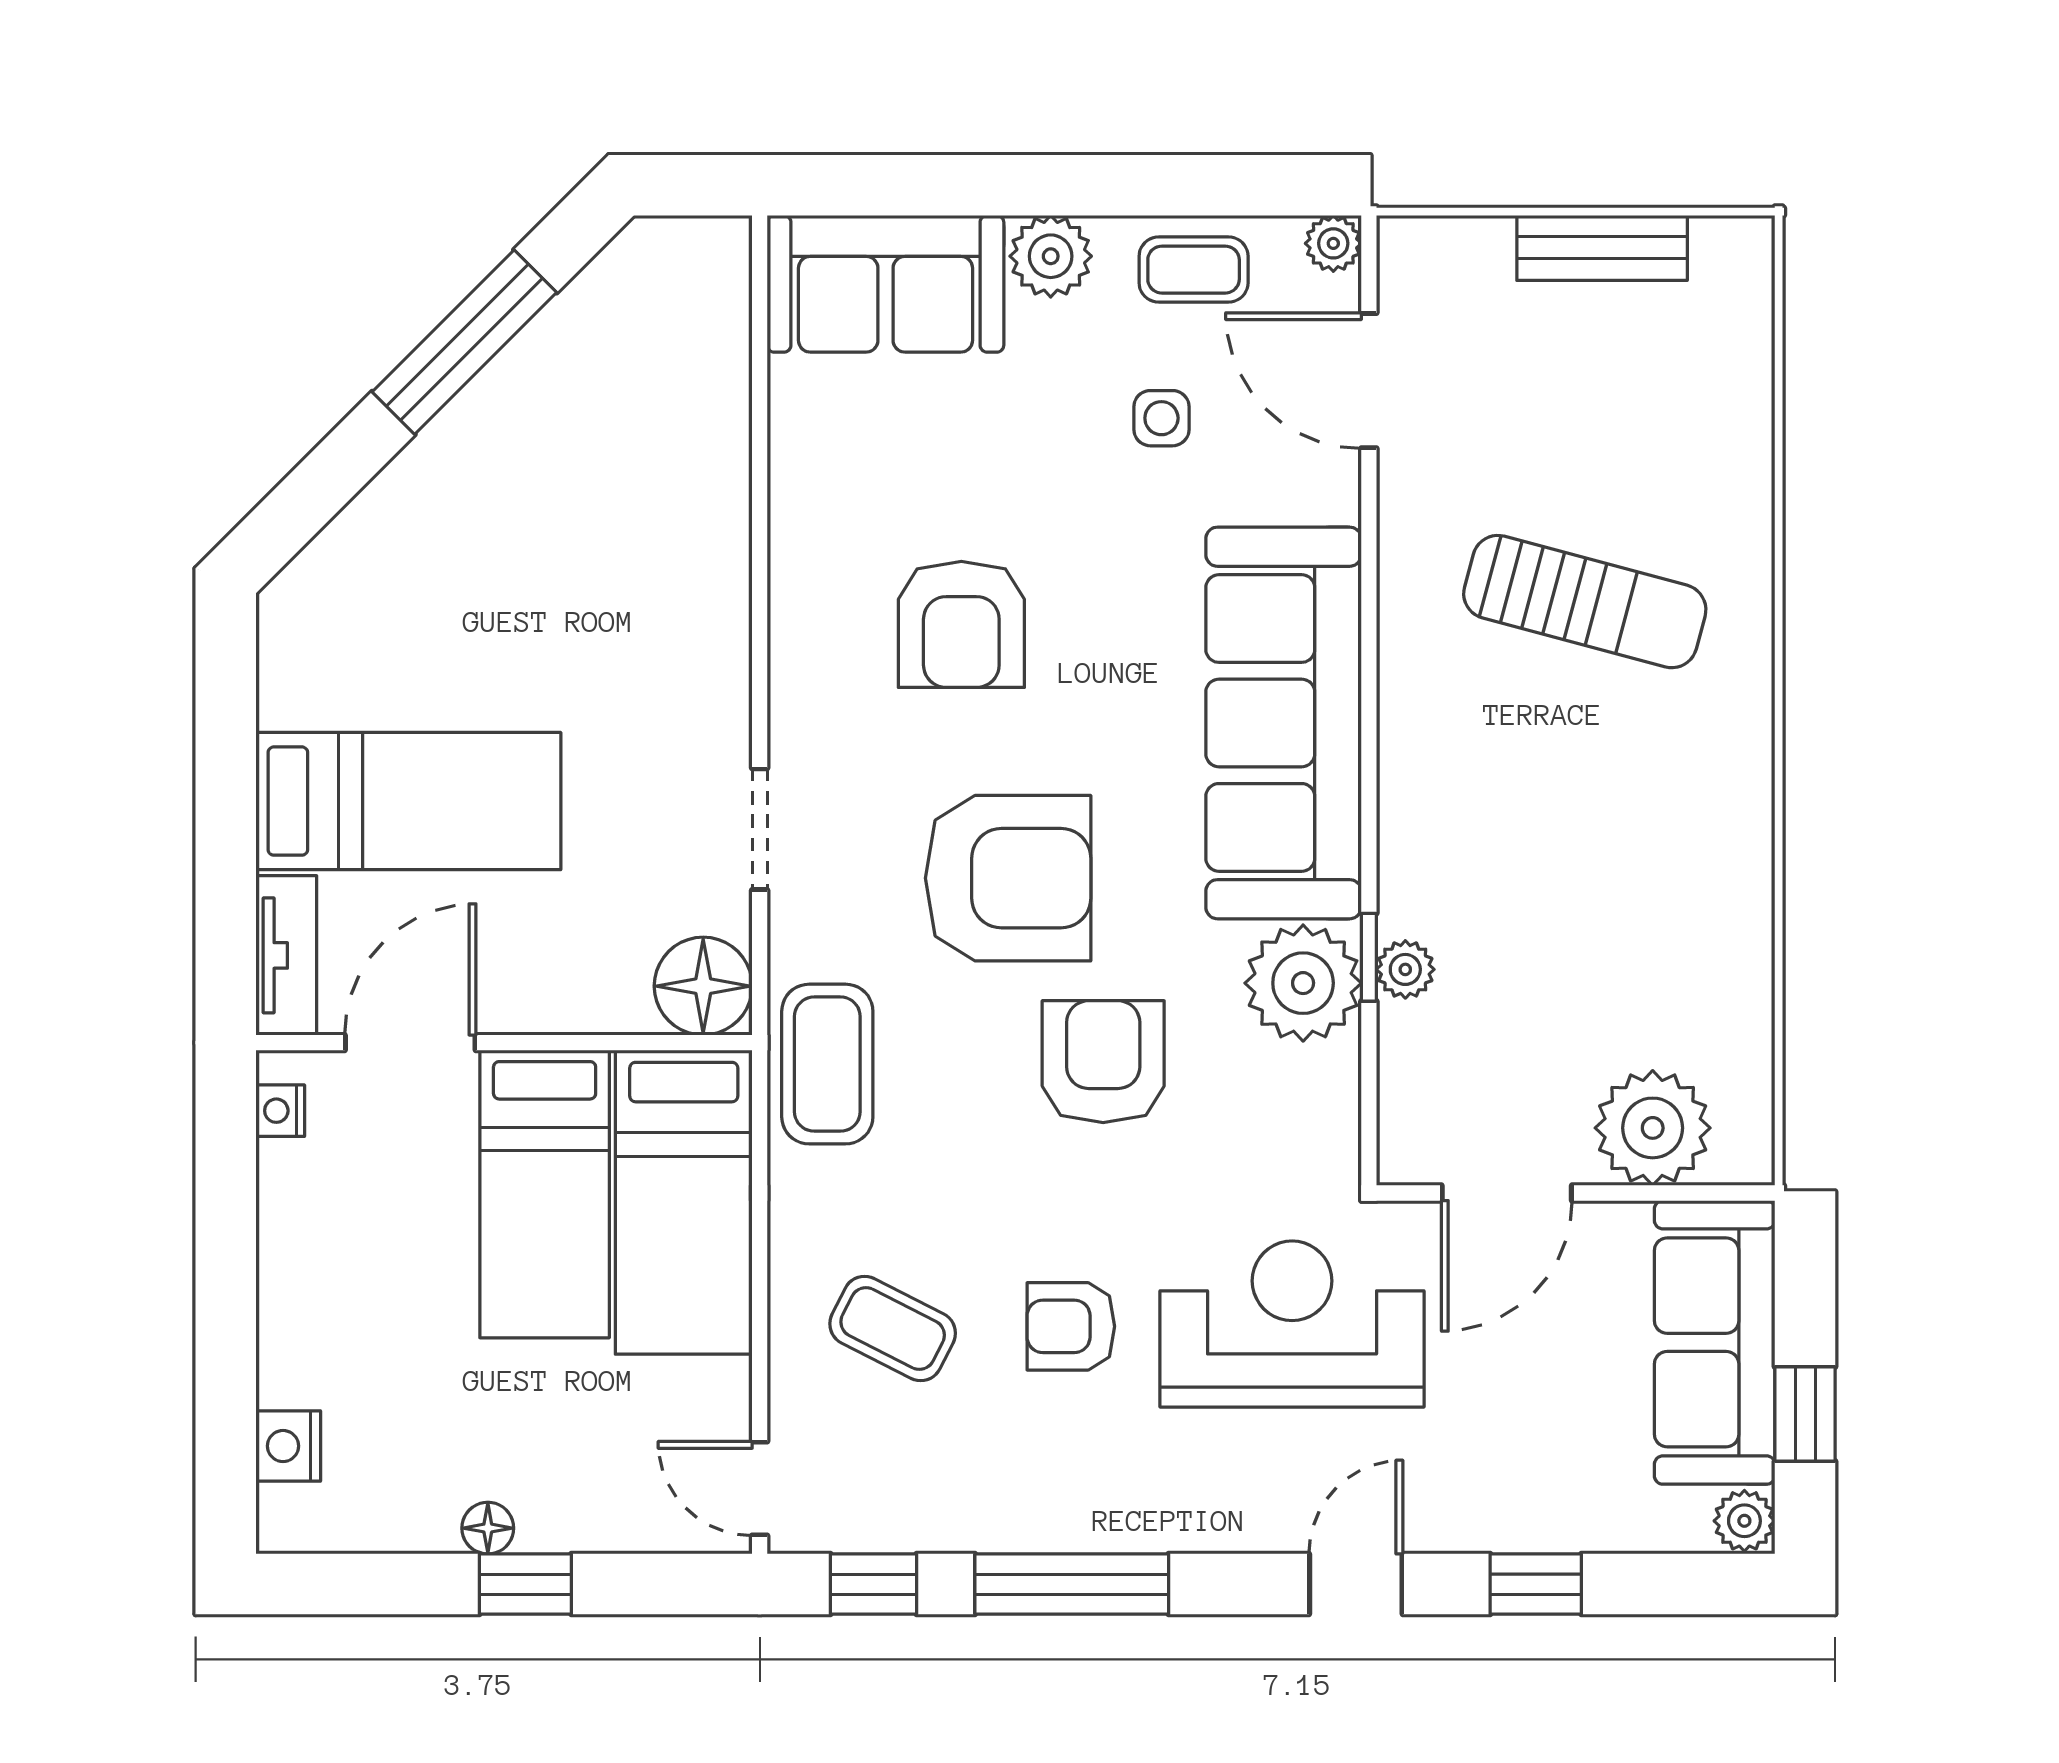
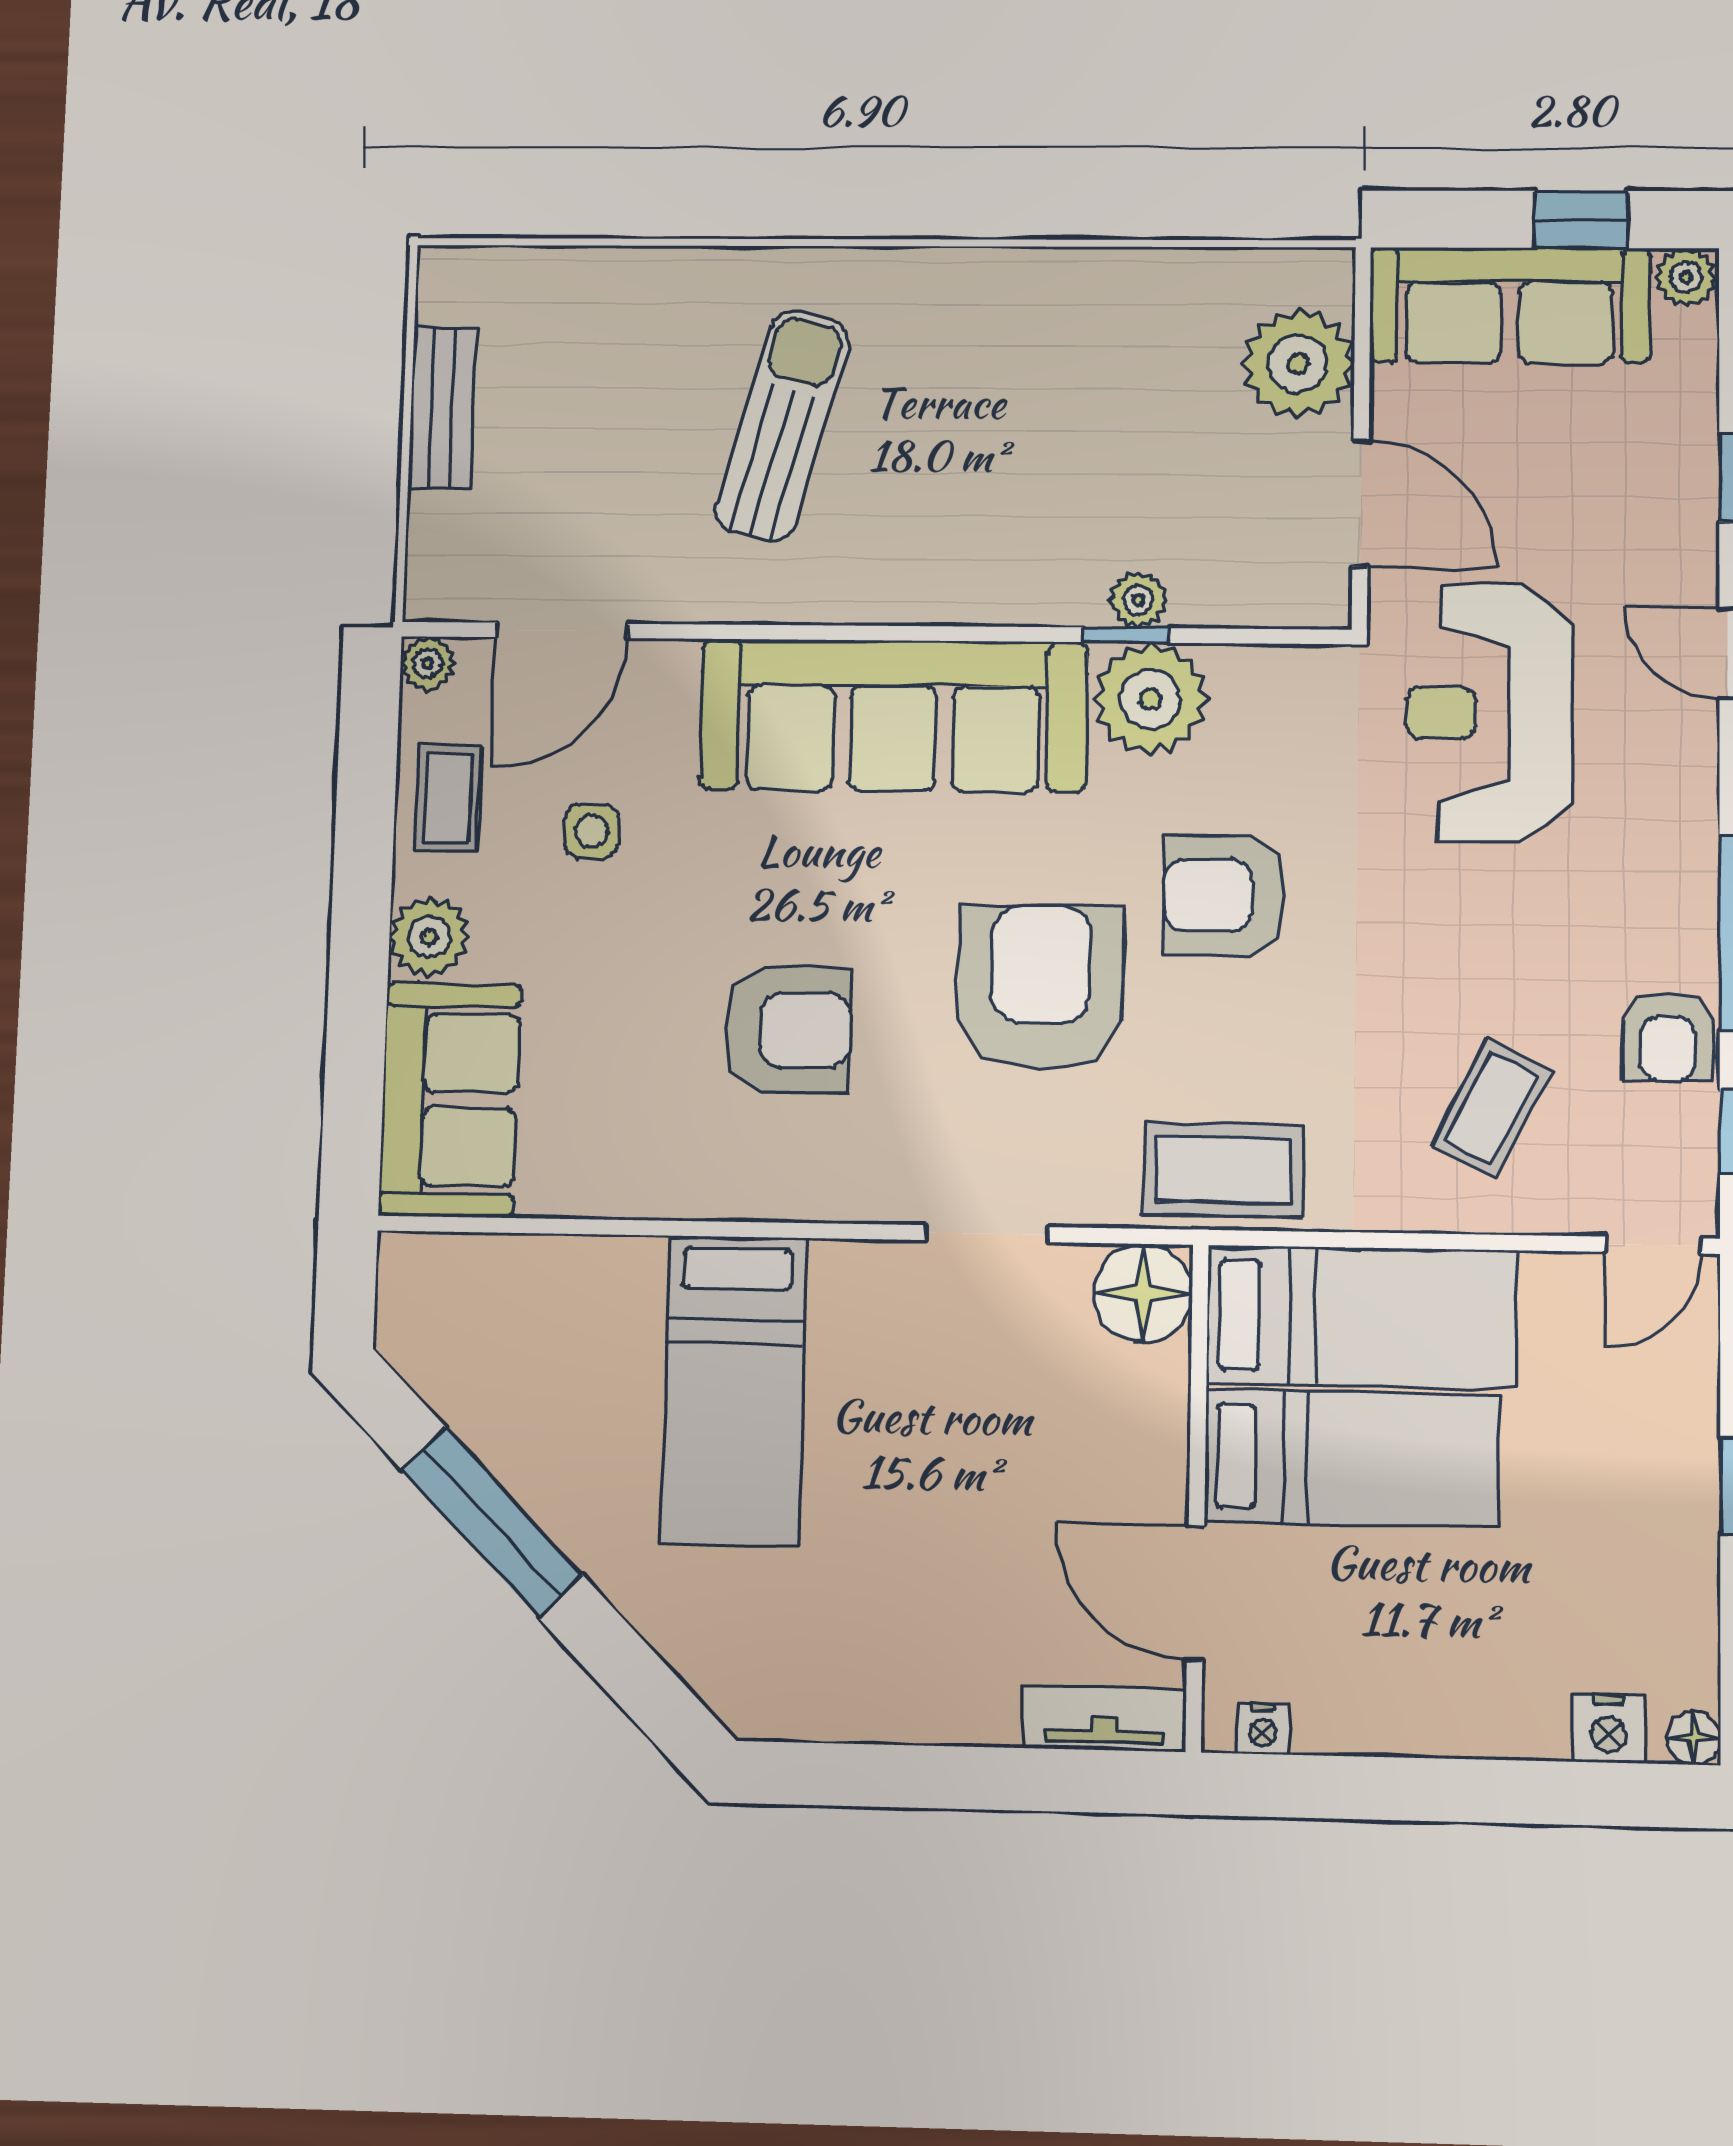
bed: (408, 801) -> (734, 1390), moved, turned 180
armchair: (1071, 1326) -> (1668, 1036), moved
floor lamp: (488, 1528) -> (1694, 1738), moved

